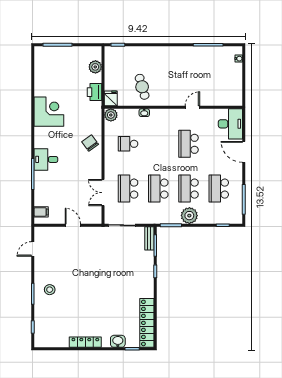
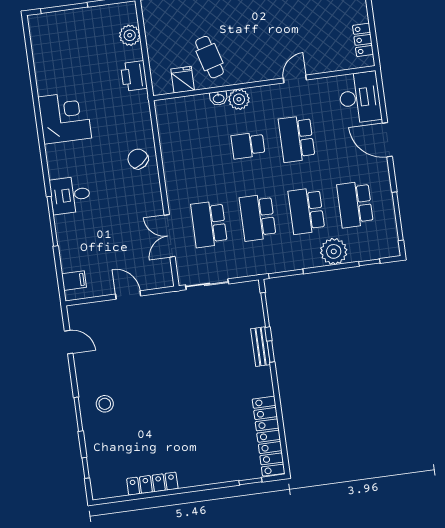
locker: (237, 89) -> (363, 40), added
fridge: (111, 98) -> (183, 80), moved
plant: (111, 115) -> (239, 99), moved
school desk: (128, 144) -> (248, 145), moved
plant: (189, 216) -> (334, 251), moved
bench: (149, 238) -> (261, 347), moved
door: (33, 249) -> (69, 342), swing flipped
washbasin: (118, 341) -> (226, 472), removed
locker: (85, 342) -> (152, 484), moved

